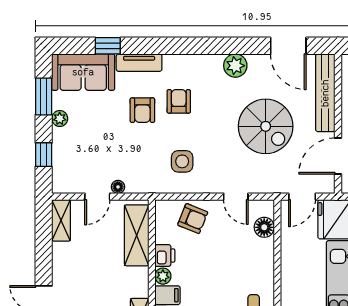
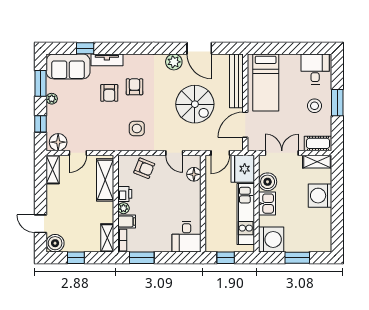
door: (288, 46) -> (199, 48), moved
floor lamp: (118, 187) -> (58, 142), moved, width x1.89, depth x1.89

